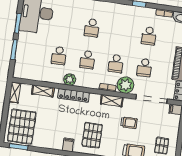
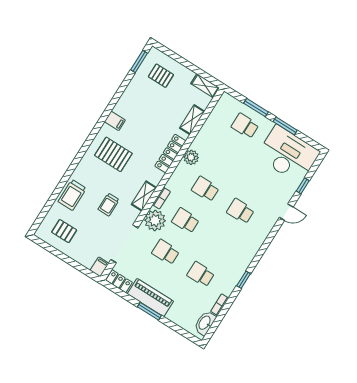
school desk: (59, 56) -> (245, 126), moved
pallet: (22, 127) -> (161, 76), width x0.49, depth x0.50

